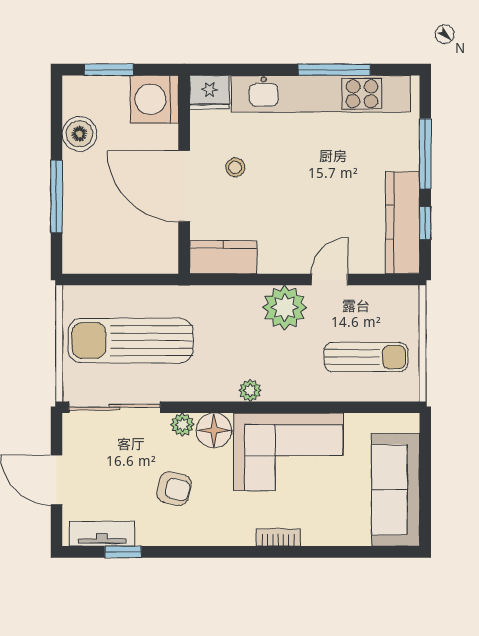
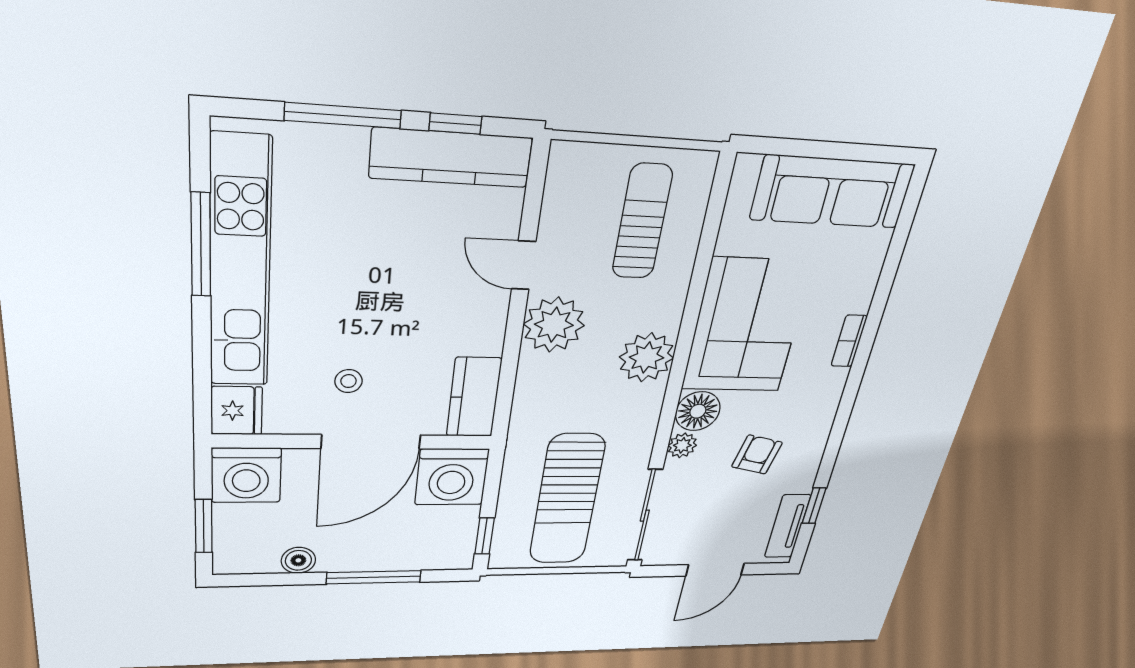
boiler: (79, 134) -> (298, 560), width x0.73, depth x0.73
washing machine: (153, 248) -> (452, 477), added
window: (96, 280) -> (484, 536), added
plant: (250, 390) -> (647, 357), width x1.88, depth x1.88

